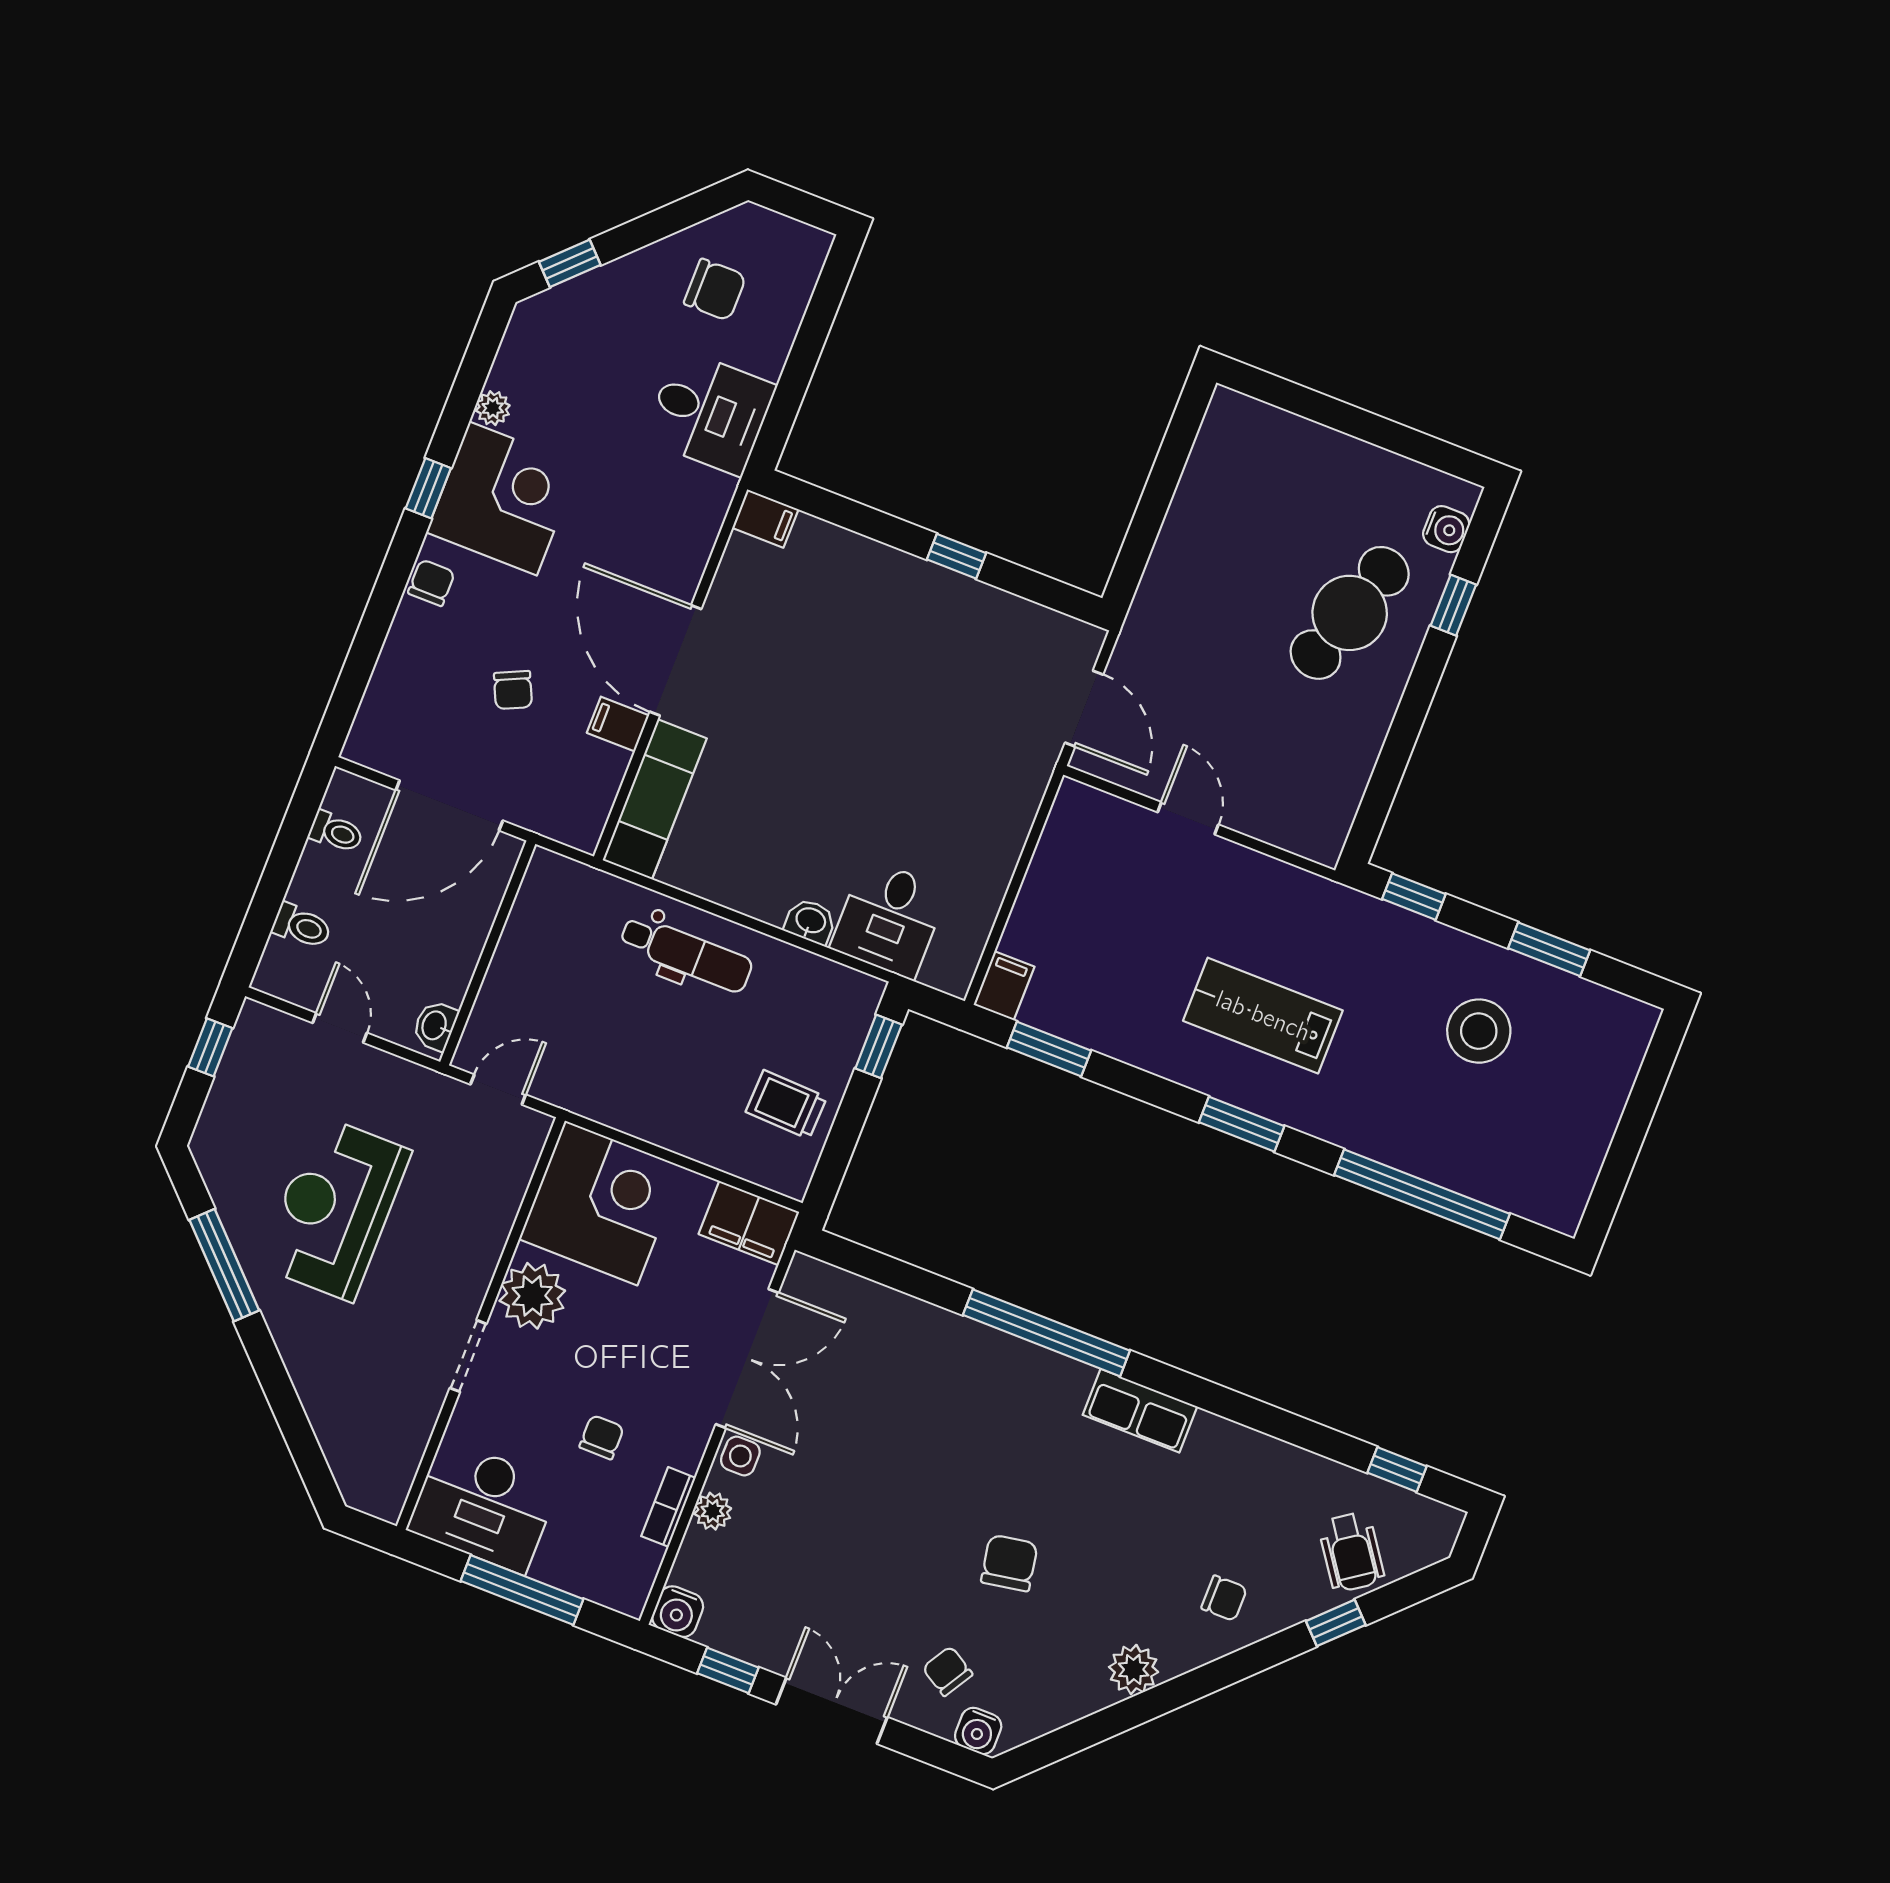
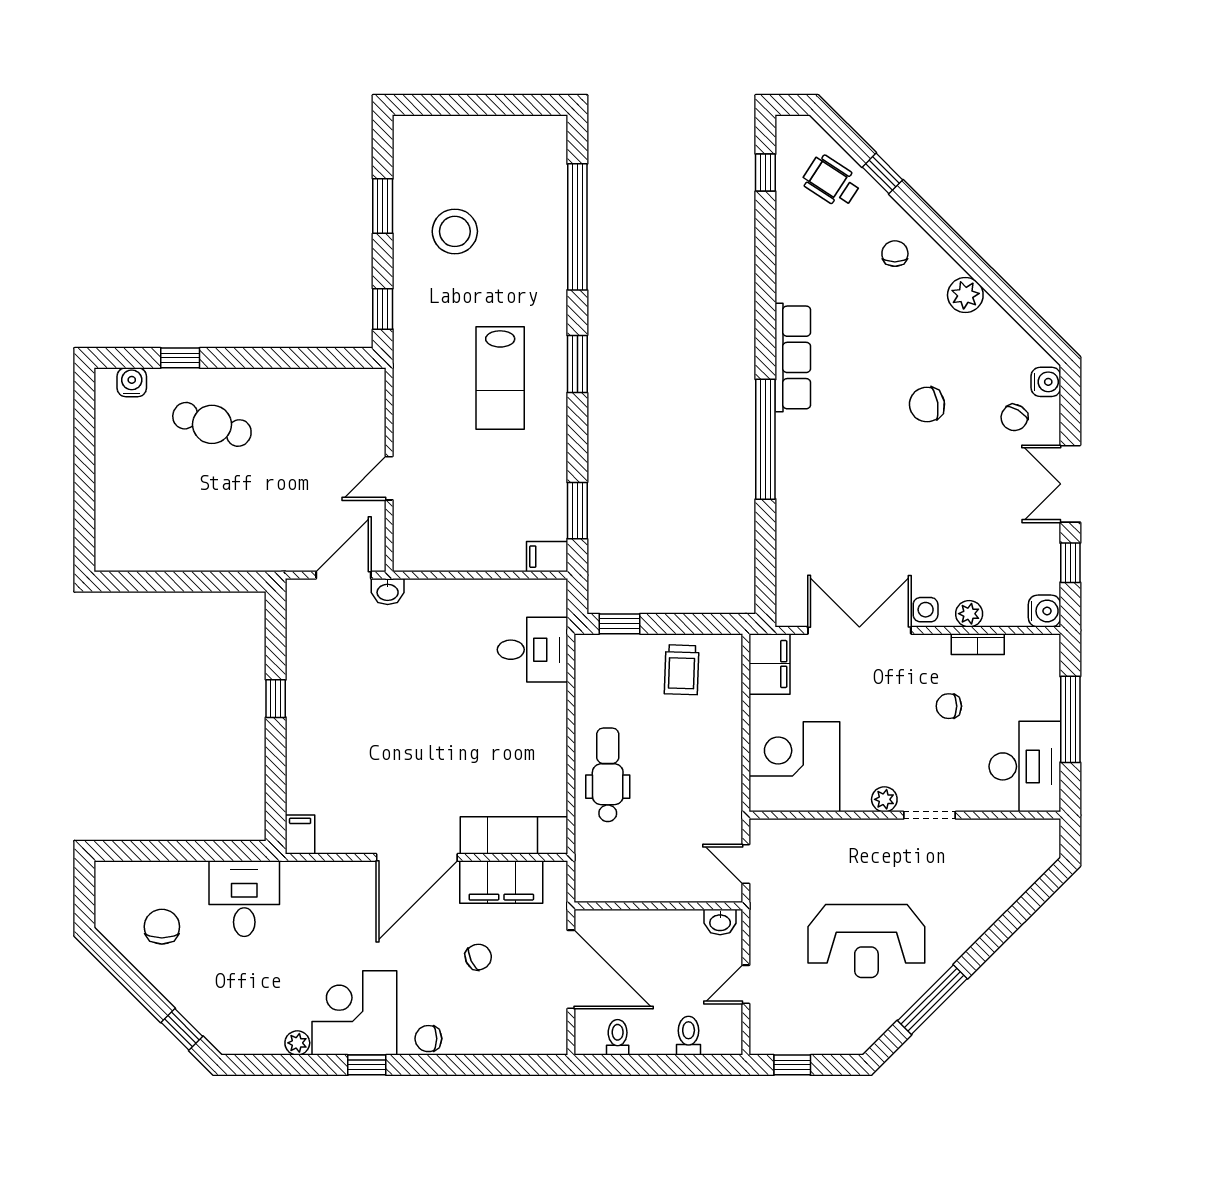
cafe table: (1350, 613) -> (212, 424), width x0.73, depth x0.74
filing cabinet: (618, 724) -> (501, 882), width x3.00, depth x1.17
washbasin: (810, 921) -> (388, 592), moved, turned -90
plant: (532, 1296) -> (884, 799), width x0.53, depth x0.53
row of seats: (1140, 1411) -> (793, 357), width x1.48
wheelchair: (1351, 1552) -> (832, 182), turned -112

